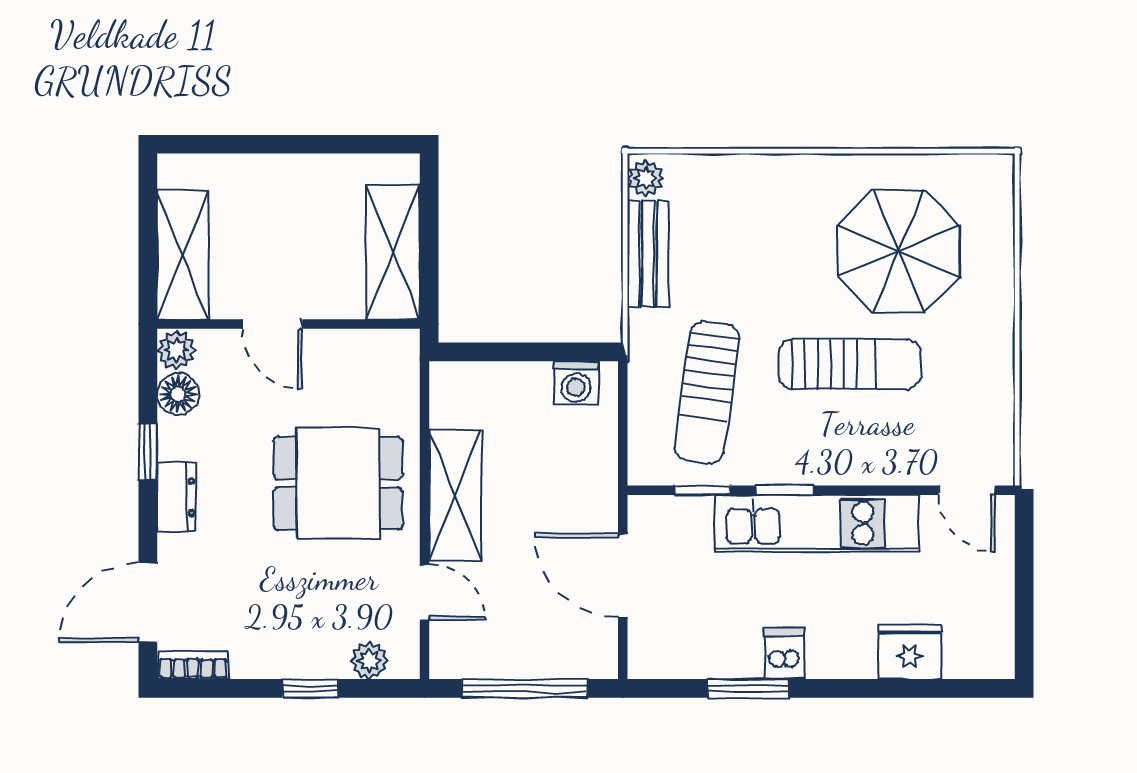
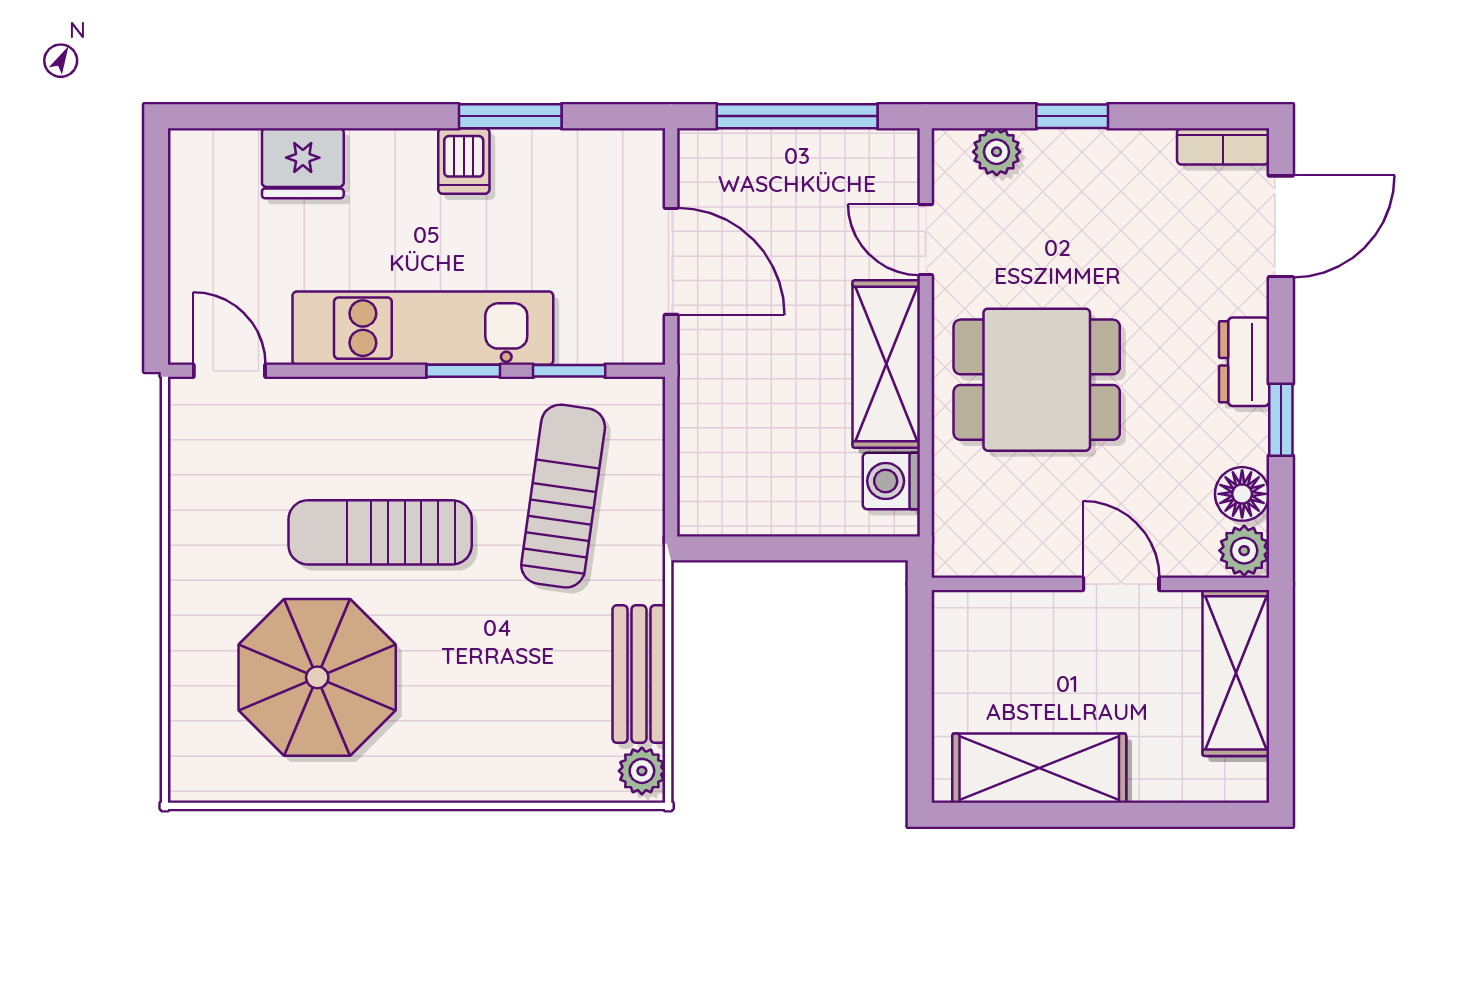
shelving: (393, 252) -> (1039, 768), moved, turned 90
washing machine: (576, 383) -> (891, 481), moved, turned -90

